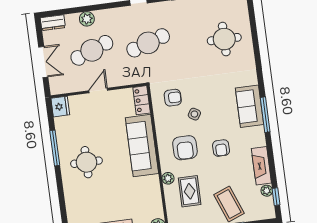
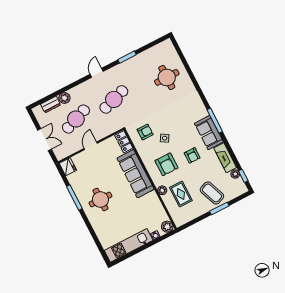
dresser: (53, 23) -> (51, 105), moved
sofa: (249, 106) -> (209, 133), moved

